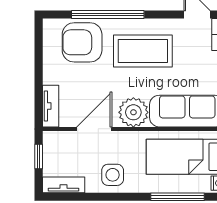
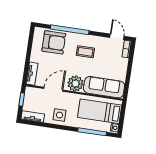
armchair: (82, 42) -> (54, 42), turned 180
coffee table: (143, 51) -> (85, 52), width x0.54, depth x0.58

